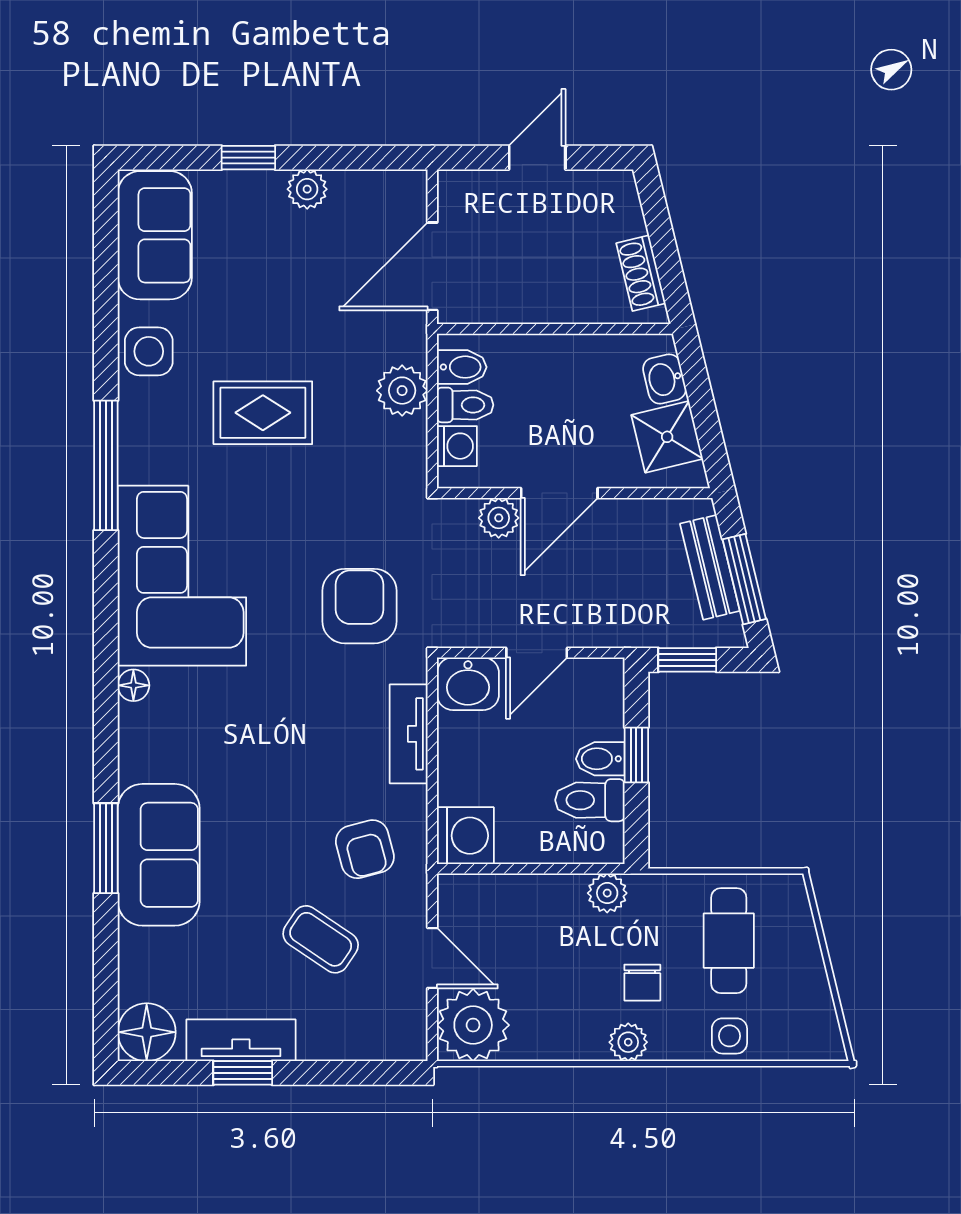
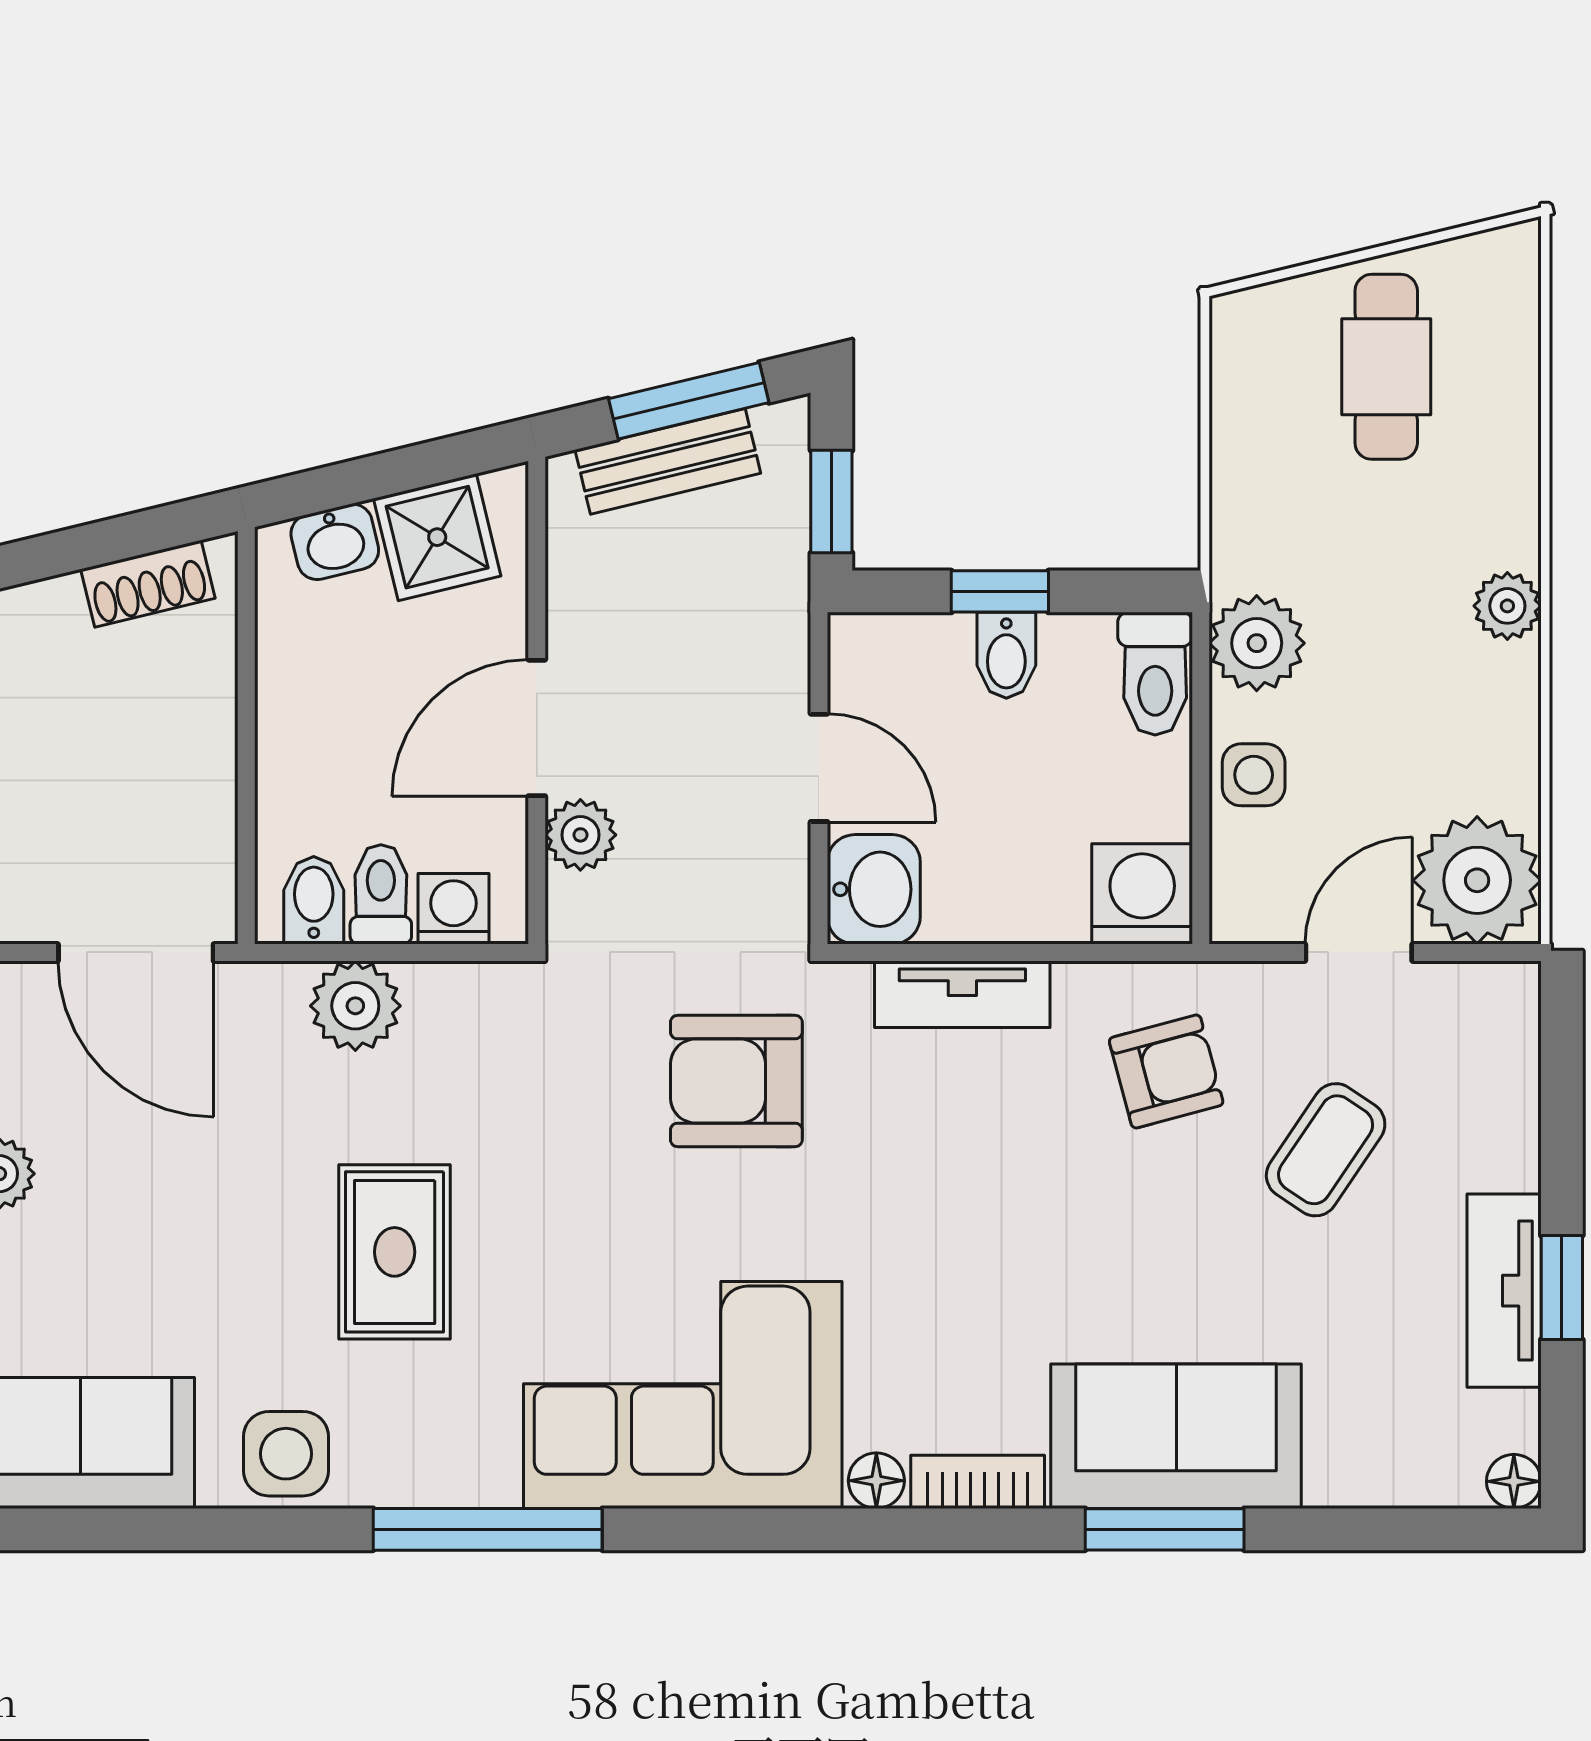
door: (559, 493) -> (537, 728), swing flipped
bookcase: (133, 743) -> (978, 1482), added
toilet: (590, 800) -> (1155, 674), moved
plant: (607, 893) -> (1257, 643), width x1.38, depth x1.38
cafe table: (729, 941) -> (1386, 367), moved, turned 90
chair: (642, 983) -> (1402, 581), removed
floor lamp: (147, 1032) -> (1514, 1481), width x0.53, depth x0.53
side table: (729, 1036) -> (1254, 775), moved

